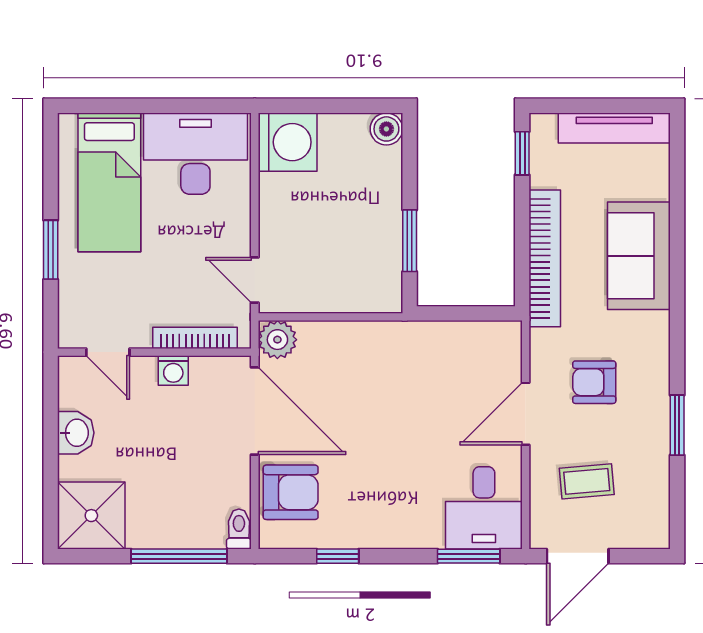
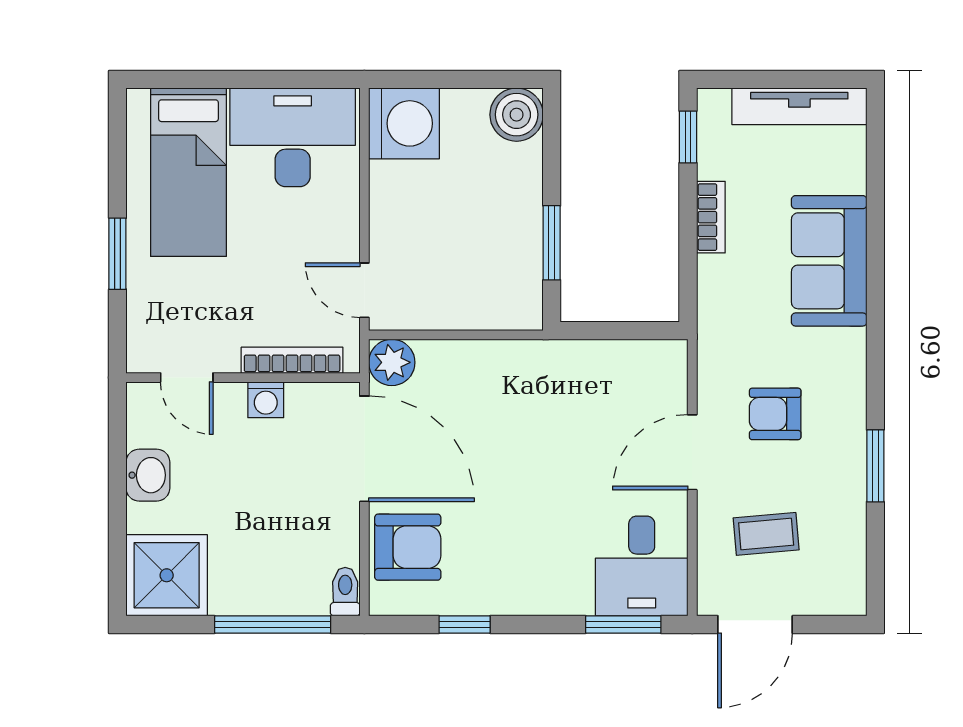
boiler: (386, 129) -> (517, 115), width x1.36, depth x1.36
bookcase: (545, 258) -> (711, 217), width x0.43, depth x0.76

